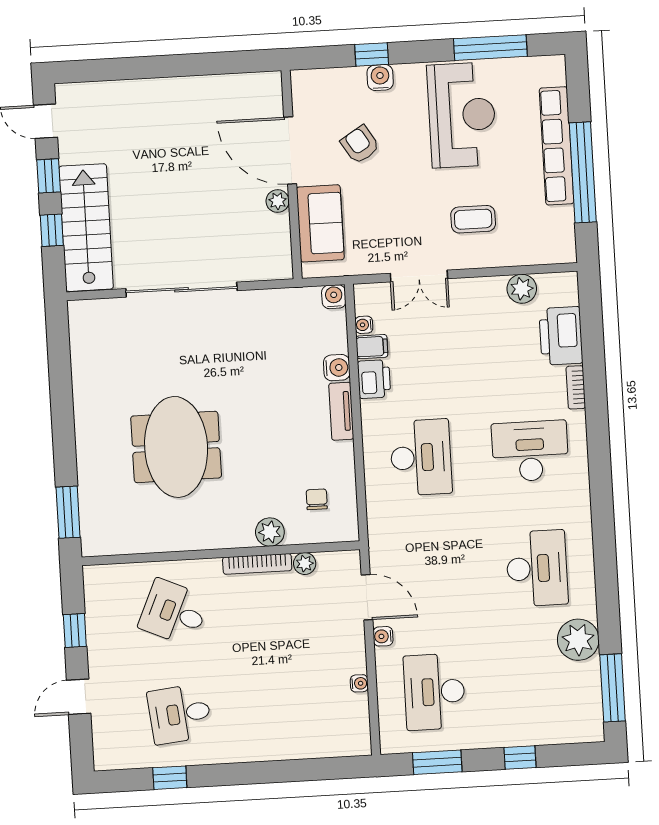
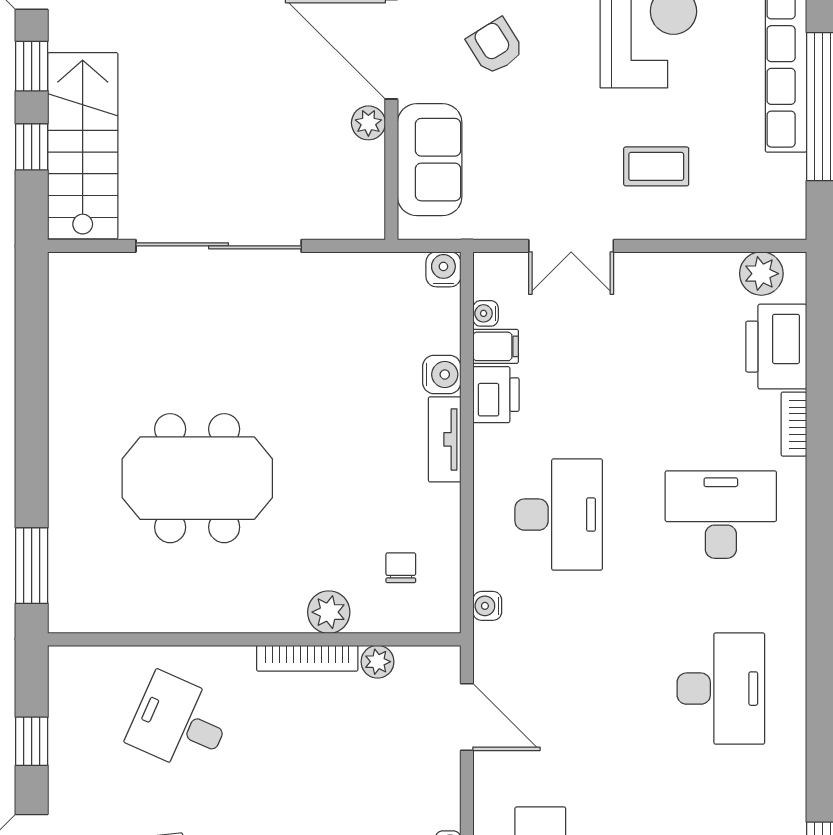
plant: (522, 289) -> (761, 274), moved
meeting table: (176, 447) -> (197, 478), turned 90
water cooler: (383, 636) -> (487, 606), moved
plant: (578, 640) -> (776, 798), removed

